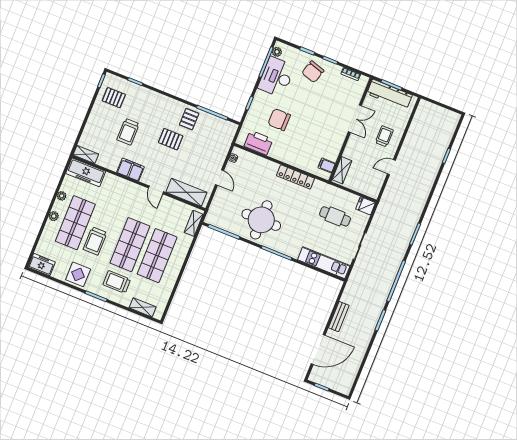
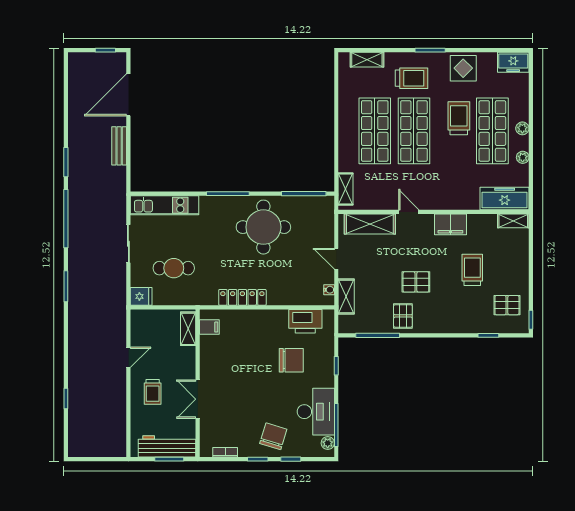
shelving: (223, 149) -> (346, 297), added

